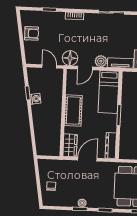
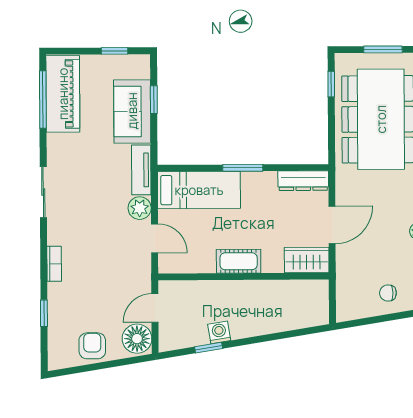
floor lamp: (70, 58) -> (137, 339), moved
cot: (73, 111) -> (239, 261), width x0.73, depth x0.75
door: (87, 159) -> (332, 225), swing flipped

